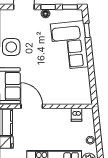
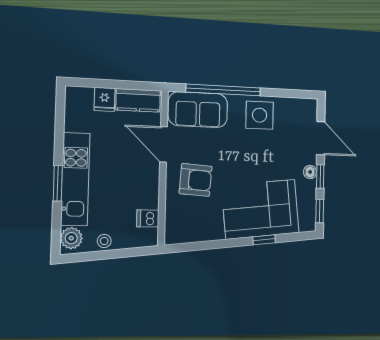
window: (87, 30) -> (264, 240), moved
armchair: (53, 86) -> (196, 180), added
door: (32, 106) -> (164, 144), swing flipped

